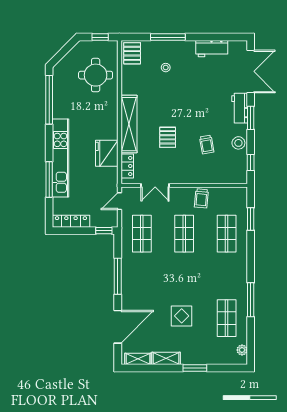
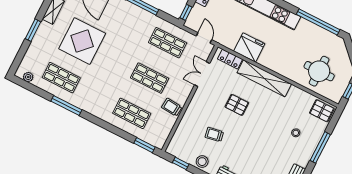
window: (251, 219) -> (145, 145), moved
display table: (182, 316) -> (82, 41), width x1.86, depth x1.86

